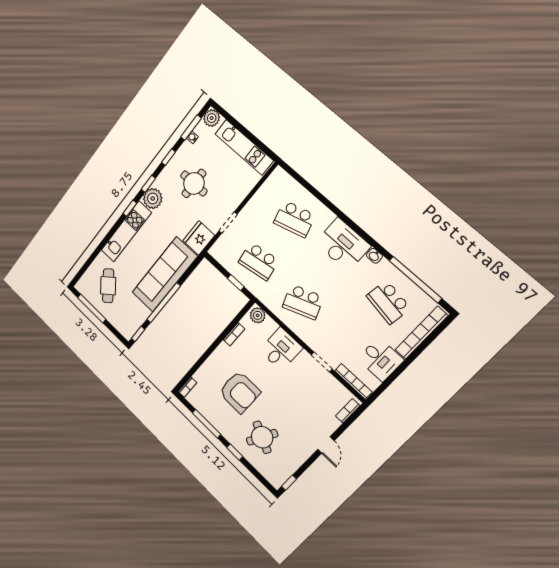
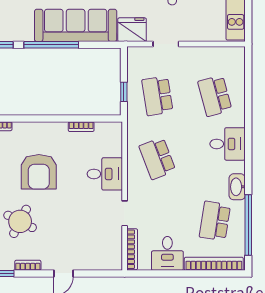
desk: (343, 245) -> (228, 144), width x0.73
washbasin: (374, 256) -> (237, 187), width x1.91, depth x1.45
plant: (258, 315) -> (114, 132), removed
bookcase: (348, 411) -> (28, 265), moved

